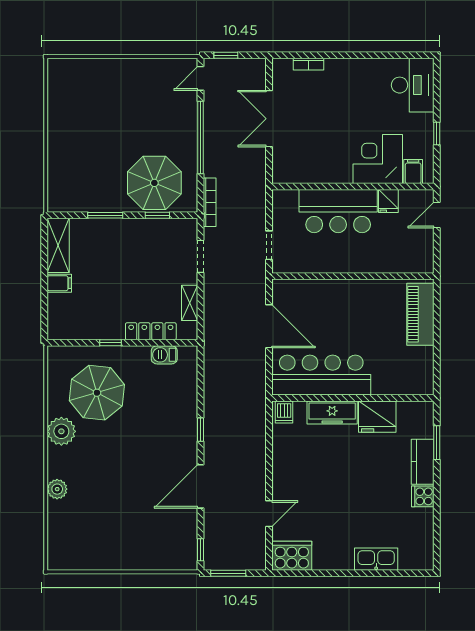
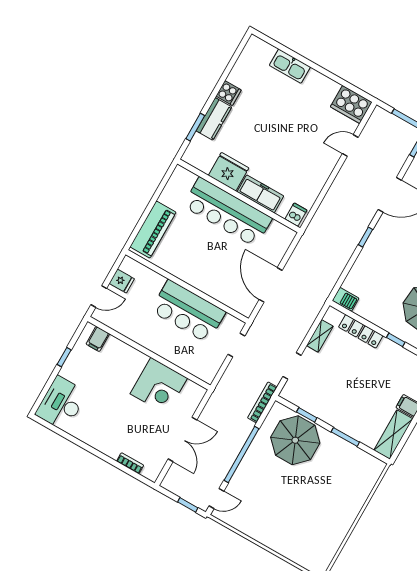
corner desk: (378, 159) -> (159, 386), moved
fridge: (388, 201) -> (122, 281), moved, turned 90
bar counter: (338, 211) -> (188, 311), moved, turned 180
barbecue: (164, 355) -> (346, 299), moved
bar counter: (321, 375) -> (227, 212), moved

